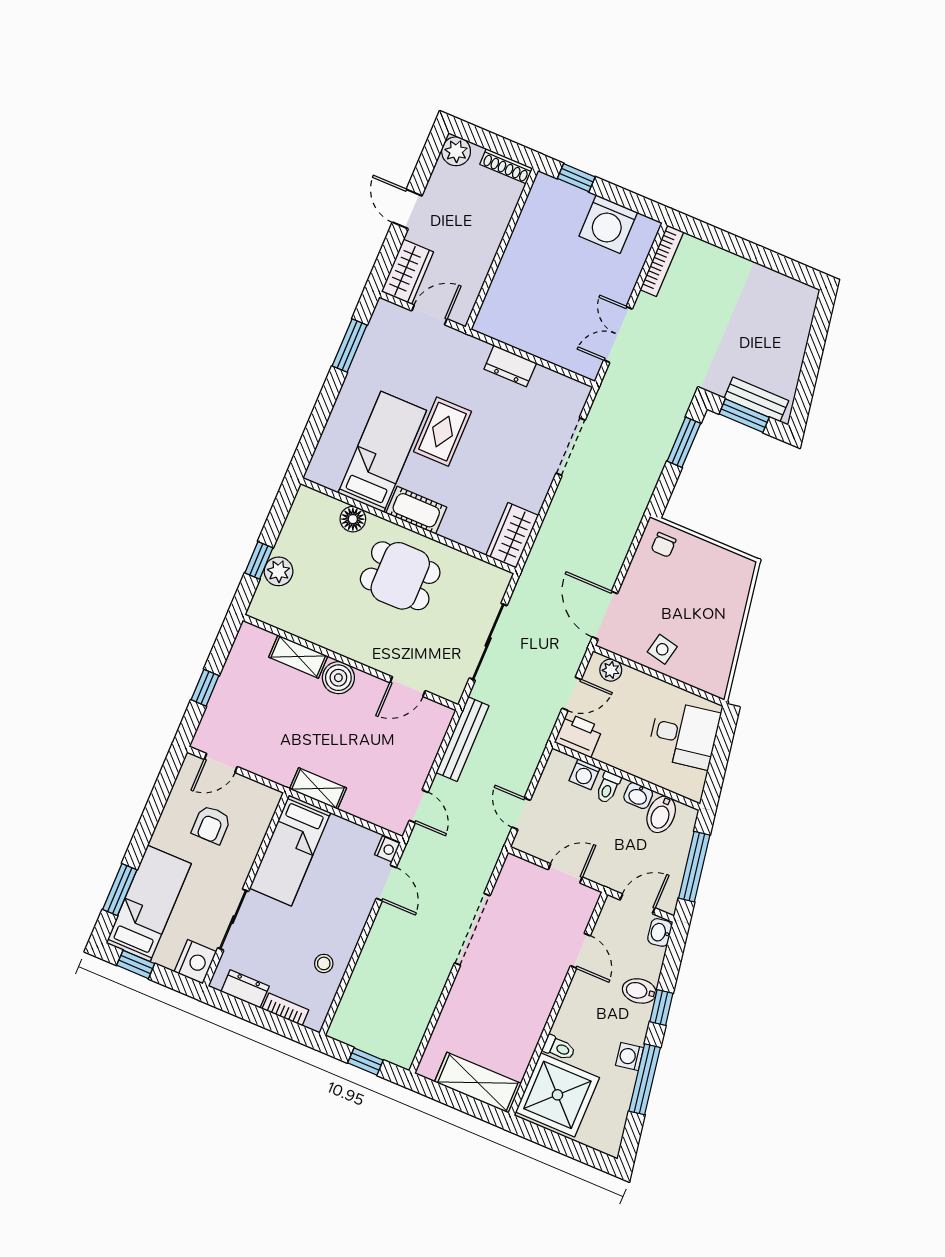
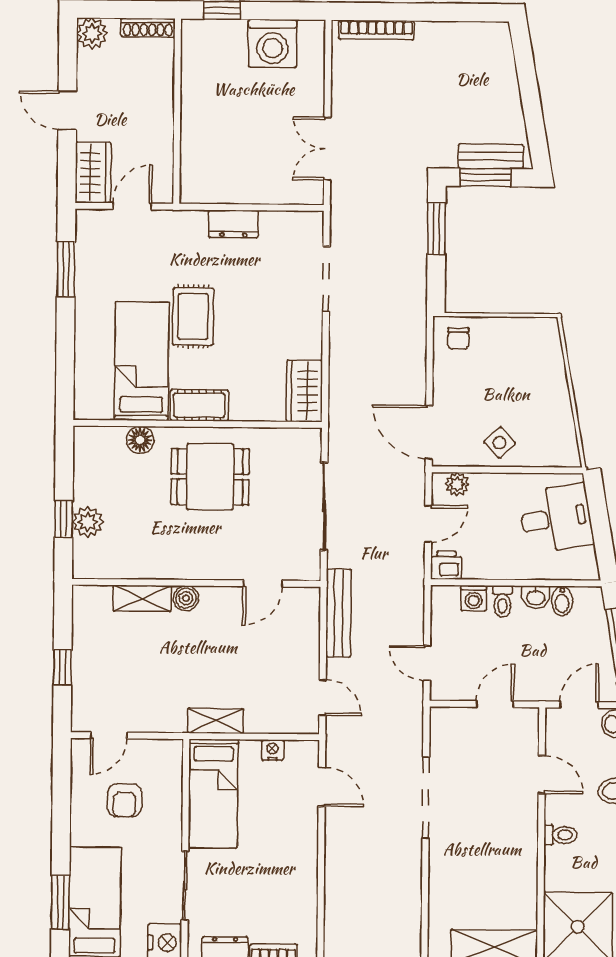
bookcase: (662, 261) -> (376, 30), moved, turned 90
side table: (662, 649) -> (500, 443), turned 35
boiler: (338, 678) -> (186, 598), width x0.73, depth x0.73
printer: (579, 735) -> (446, 565), width x0.73, depth x0.81
bidet: (661, 814) -> (562, 601), width x0.72, depth x0.74
nightstand: (387, 849) -> (273, 750), moved, turned -90
stool: (324, 963) -> (293, 892), removed
toilet: (559, 1048) -> (560, 835), moved

